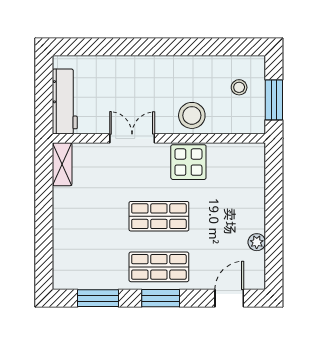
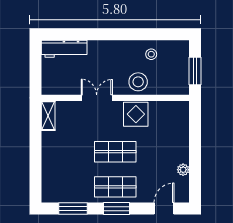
stool: (239, 87) -> (151, 54), moved
workbench: (65, 102) -> (64, 49), moved, turned 90

